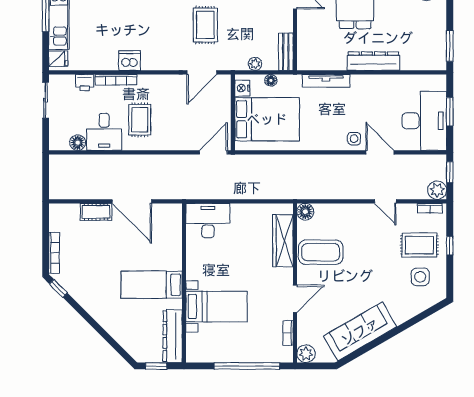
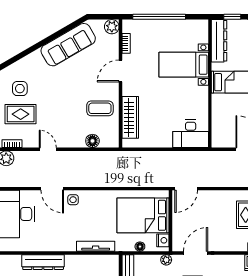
dresser: (373, 61) -> (43, 262), moved
plant: (255, 64) -> (166, 260), moved
floor lamp: (305, 212) -> (92, 141), moved
coffee table: (321, 252) -> (100, 108), width x0.73, depth x0.76

